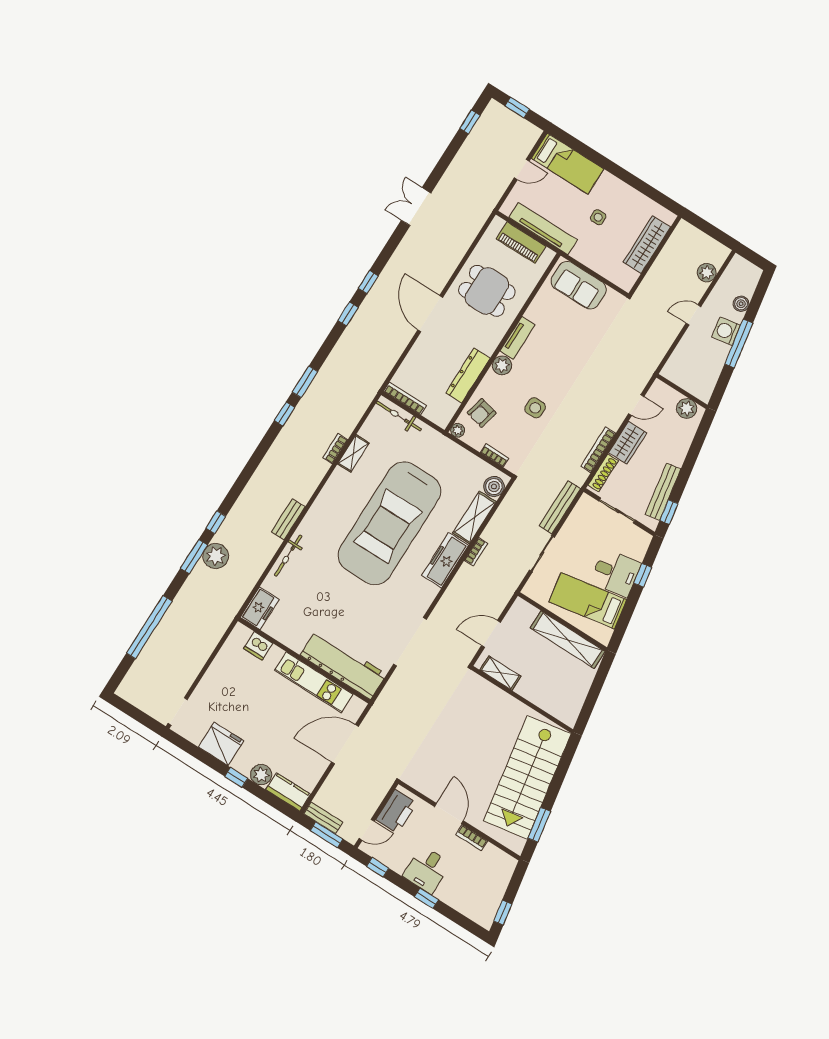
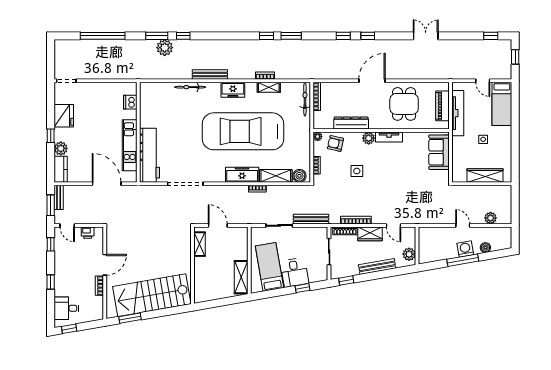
bench: (663, 492) -> (377, 266), moved
bench: (288, 519) -> (210, 75), width x1.36
freezer: (260, 608) -> (233, 90), moved
shelving: (568, 640) -> (241, 277), width x0.68
printer: (396, 811) -> (88, 233), width x0.53, depth x0.68
desk: (427, 870) -> (66, 308), moved

